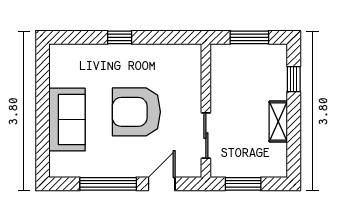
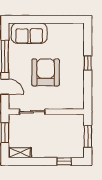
sofa: (67, 120) -> (29, 33), moved
shelving: (278, 122) -> (20, 153), moved

